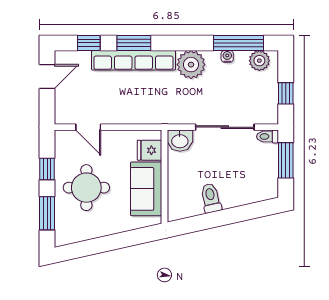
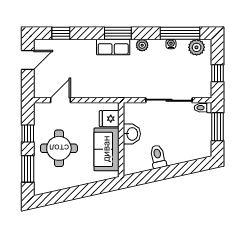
window: (134, 43) -> (118, 33), moved
row of seats: (133, 60) -> (113, 47), width x0.50
plant: (191, 65) -> (142, 45), width x0.53, depth x0.53
door: (88, 127) -> (60, 100), swing flipped
washbasin: (180, 141) -> (132, 134), moved, turned -90

